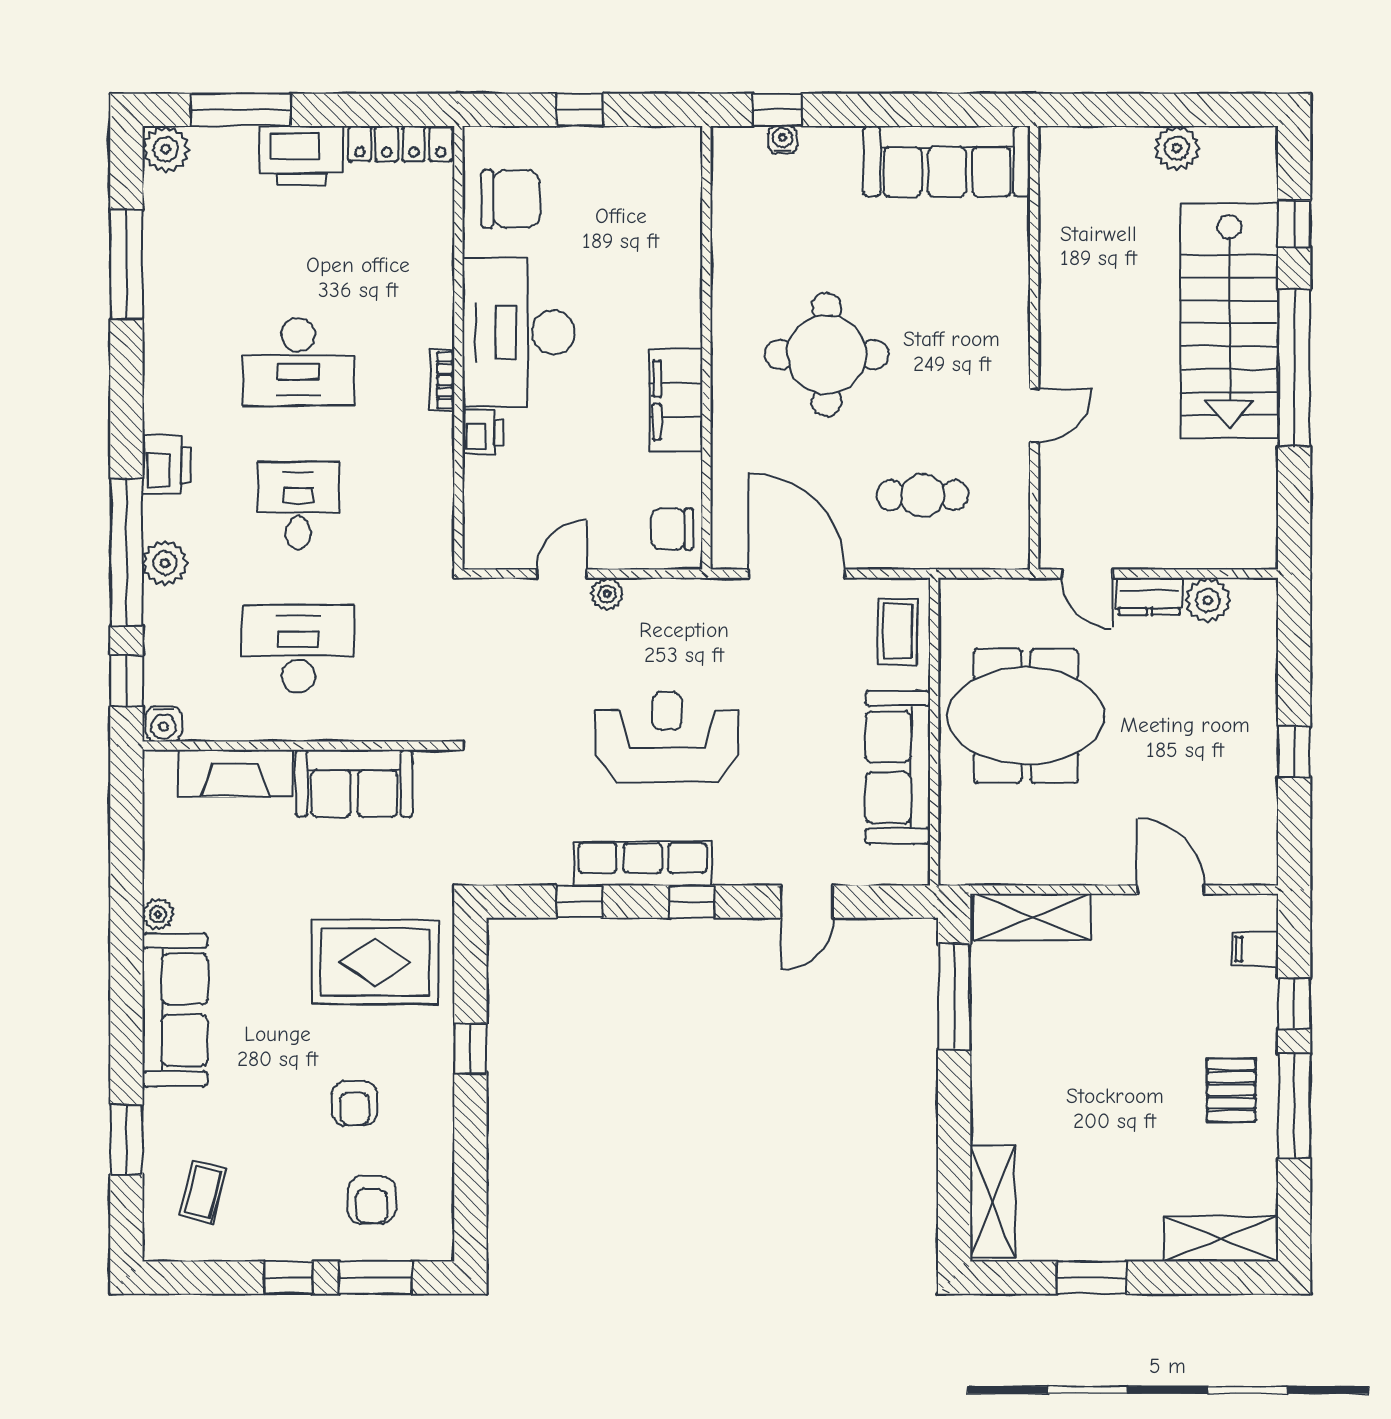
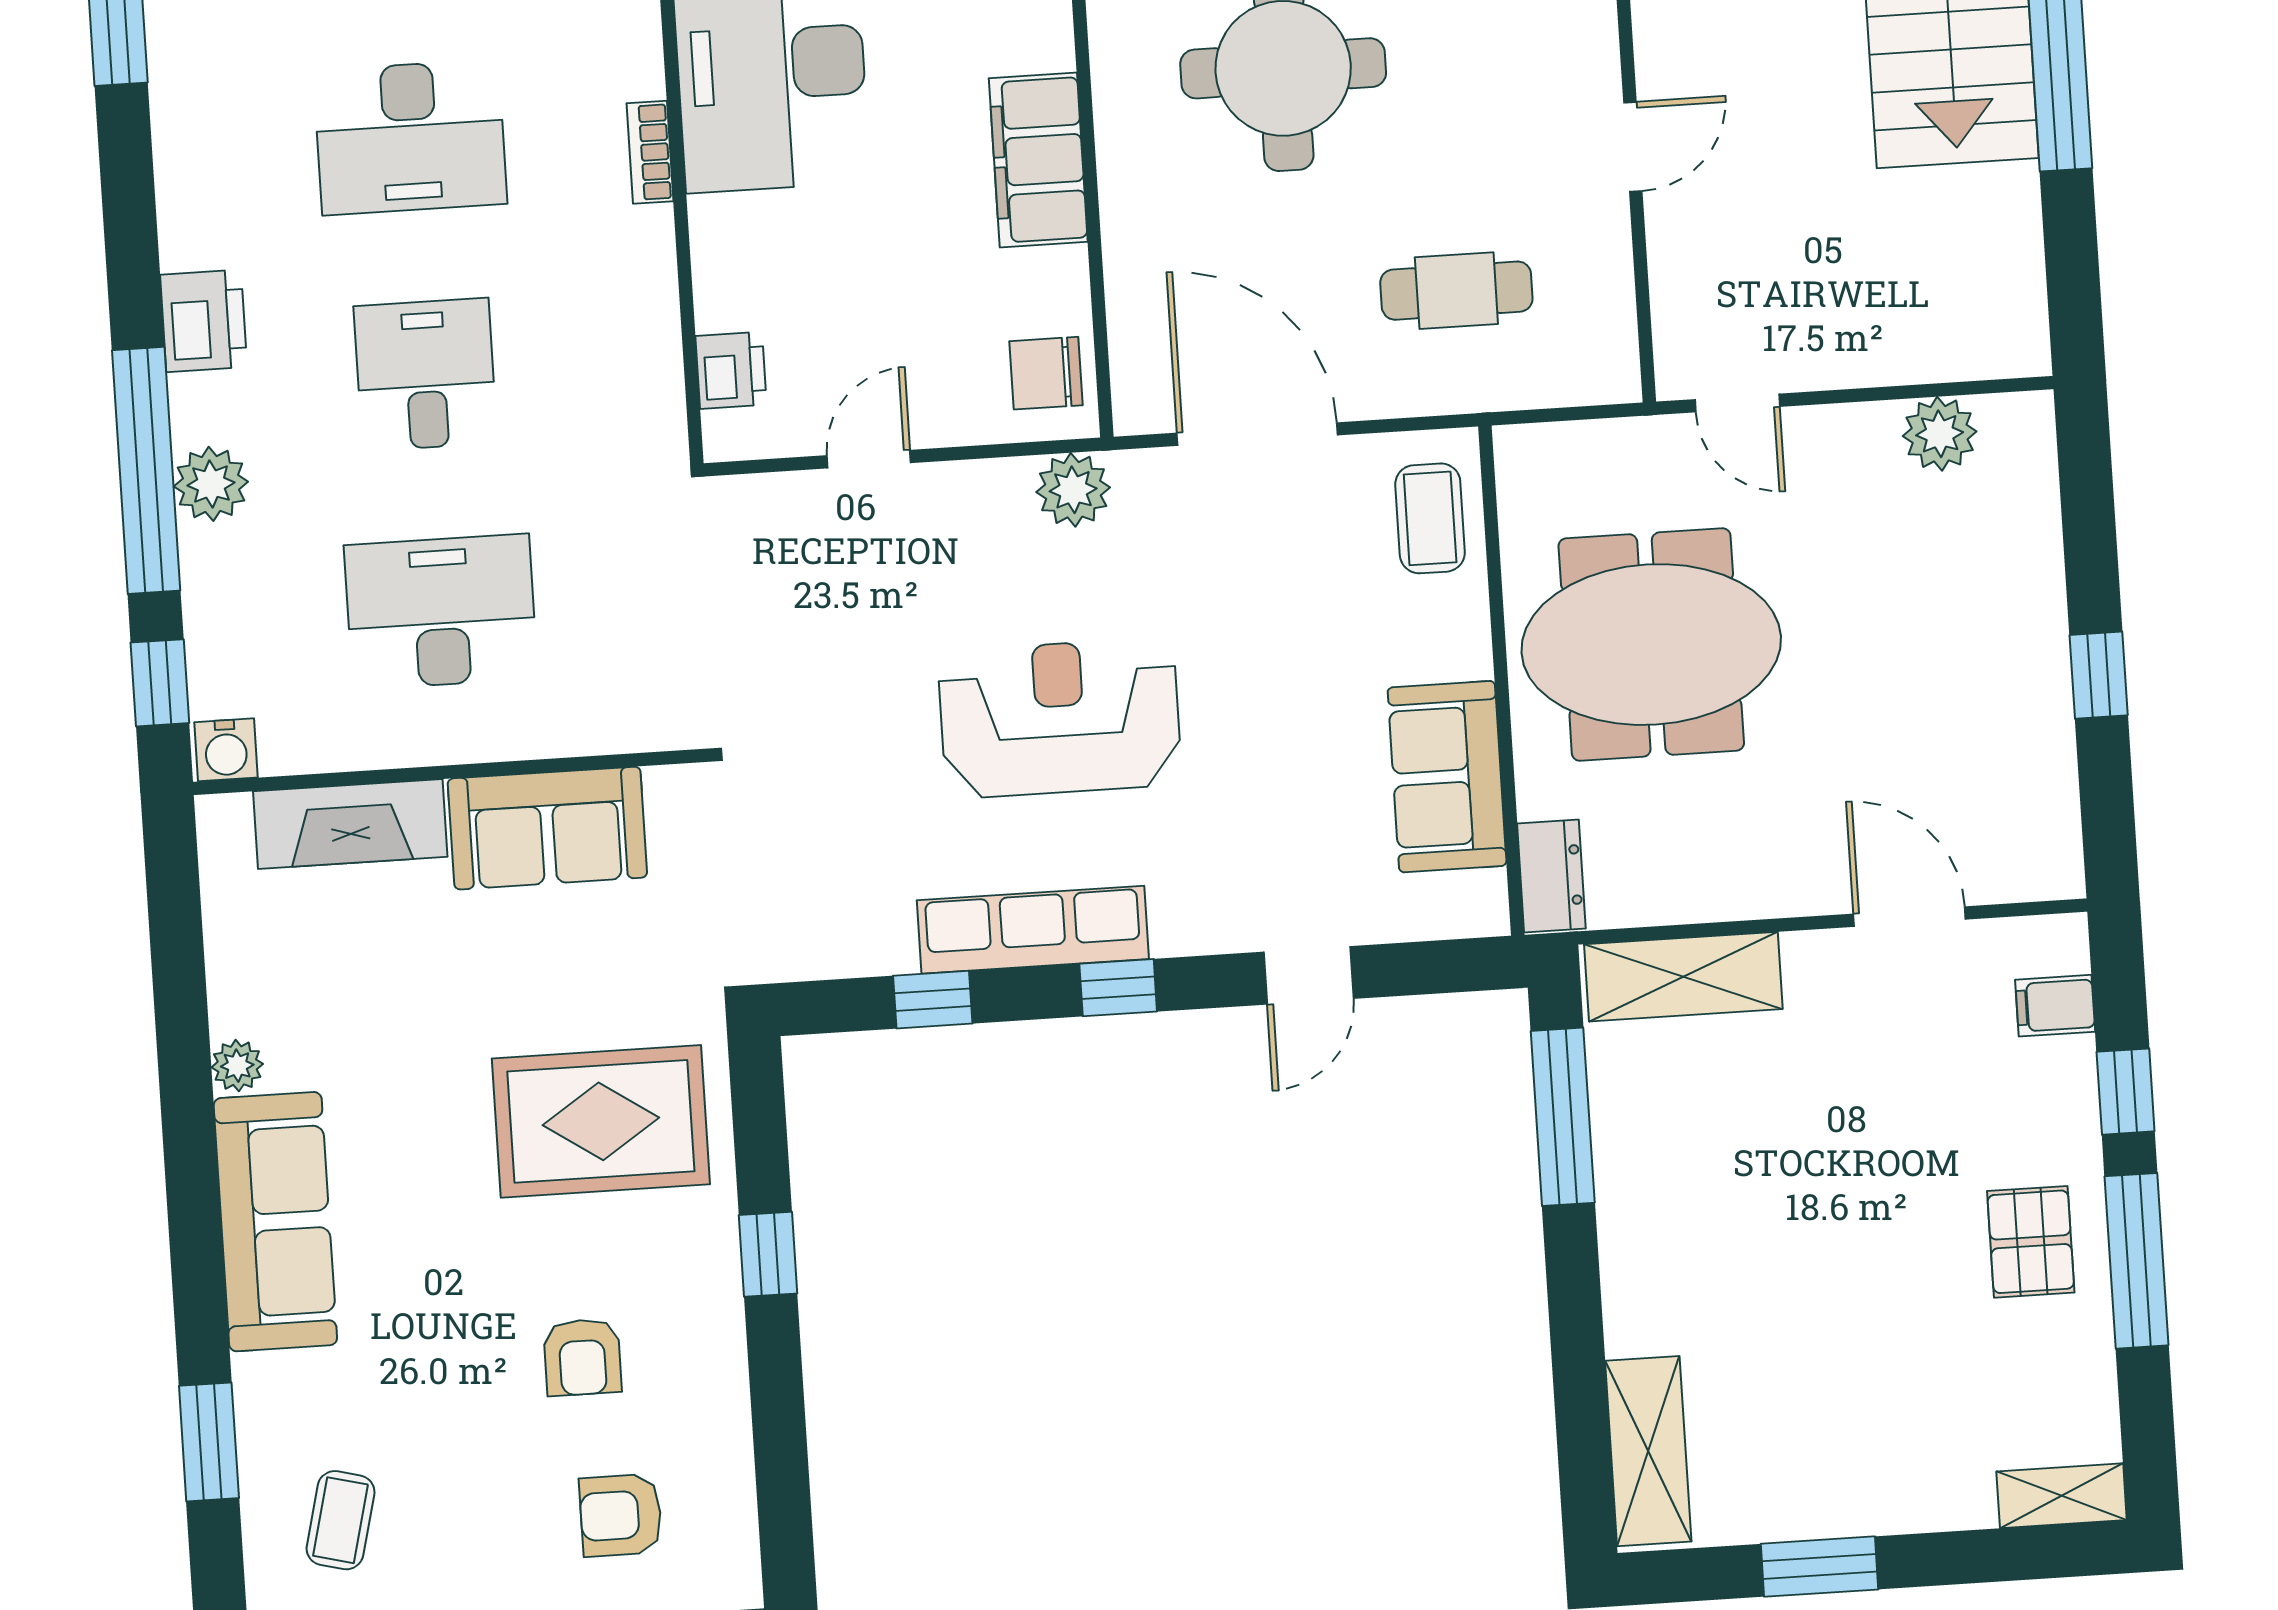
printer: (482, 432) -> (731, 370), moved
plant: (607, 594) -> (1073, 490), moved, width x1.38, depth x1.38
dresser: (1149, 596) -> (1551, 876), moved, turned -90
sofa: (898, 767) -> (1447, 777), width x0.73
armchair: (371, 1200) -> (621, 1515), turned 90
shelving: (1221, 1239) -> (2062, 1496), width x0.67, depth x0.75

